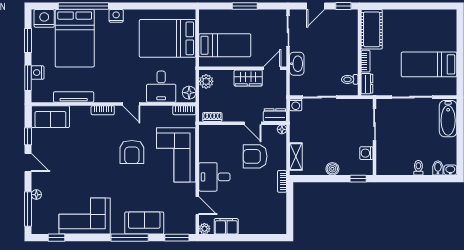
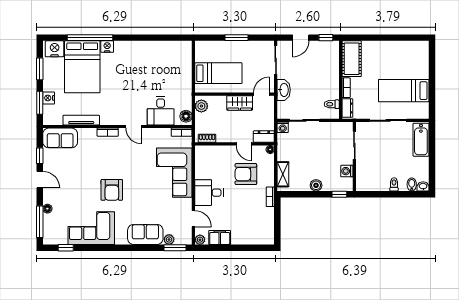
nightstand: (116, 16) -> (107, 47), moved
bed: (168, 38) -> (166, 67), removed
armchair: (132, 152) -> (112, 190), moved
plant: (170, 229) -> (169, 240), added
window: (130, 238) -> (132, 248), removed

